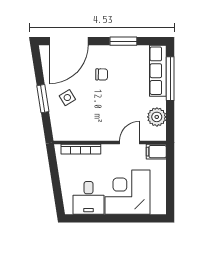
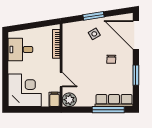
plant: (157, 117) -> (69, 100), moved
corner desk: (127, 192) -> (25, 90), moved

